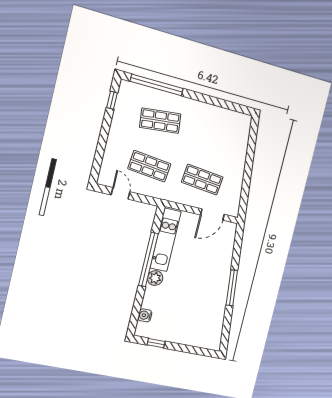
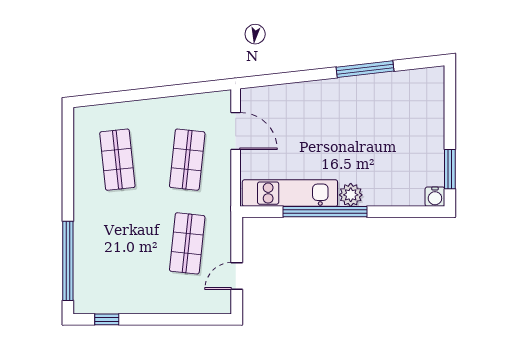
shop shelf: (160, 121) -> (117, 160), moved
window: (232, 288) -> (365, 69), moved
water cooler: (145, 315) -> (435, 197), moved
window: (156, 343) -> (450, 169), width x1.50

